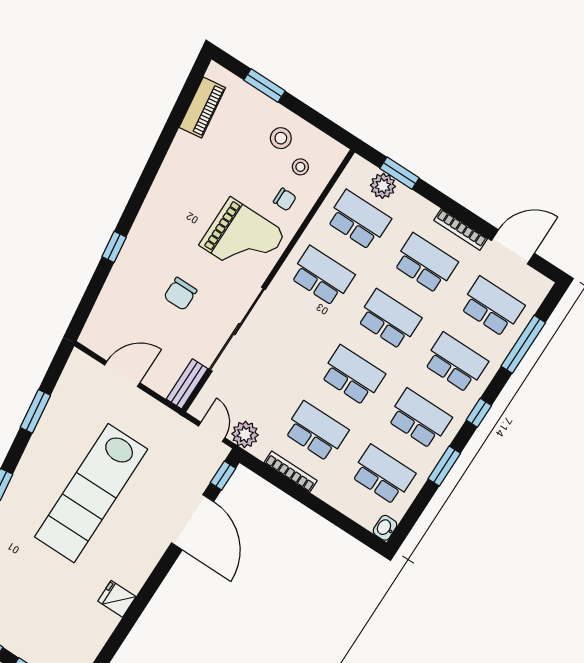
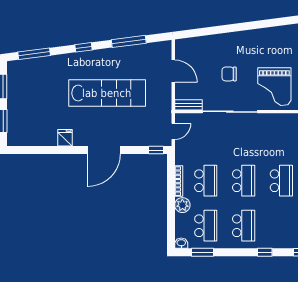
window: (114, 247) -> (231, 28), removed
school desk: (322, 276) -> (281, 136), removed
school desk: (456, 363) -> (281, 226), removed
window: (35, 411) -> (129, 41), width x1.44
plant: (245, 434) -> (182, 205), moved
window: (444, 466) -> (202, 252), moved
lab bench: (91, 493) -> (107, 93), turned 180
door: (193, 522) -> (104, 150), moved

